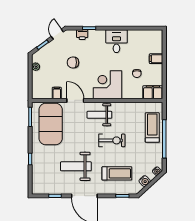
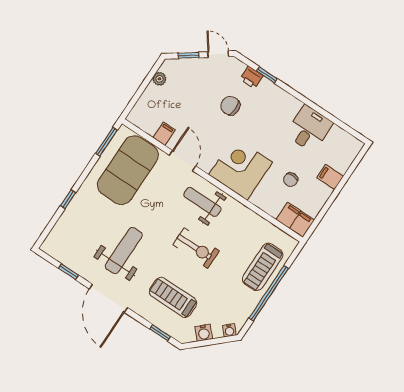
door: (57, 34) -> (218, 54), hinge flipped
desk: (116, 41) -> (309, 129), moved
chair: (73, 62) -> (230, 106), moved
treadmill: (152, 127) -> (263, 267), turned 180
weight bench: (76, 166) -> (124, 250), turned 90
treadmill: (117, 173) -> (173, 297), turned 180

